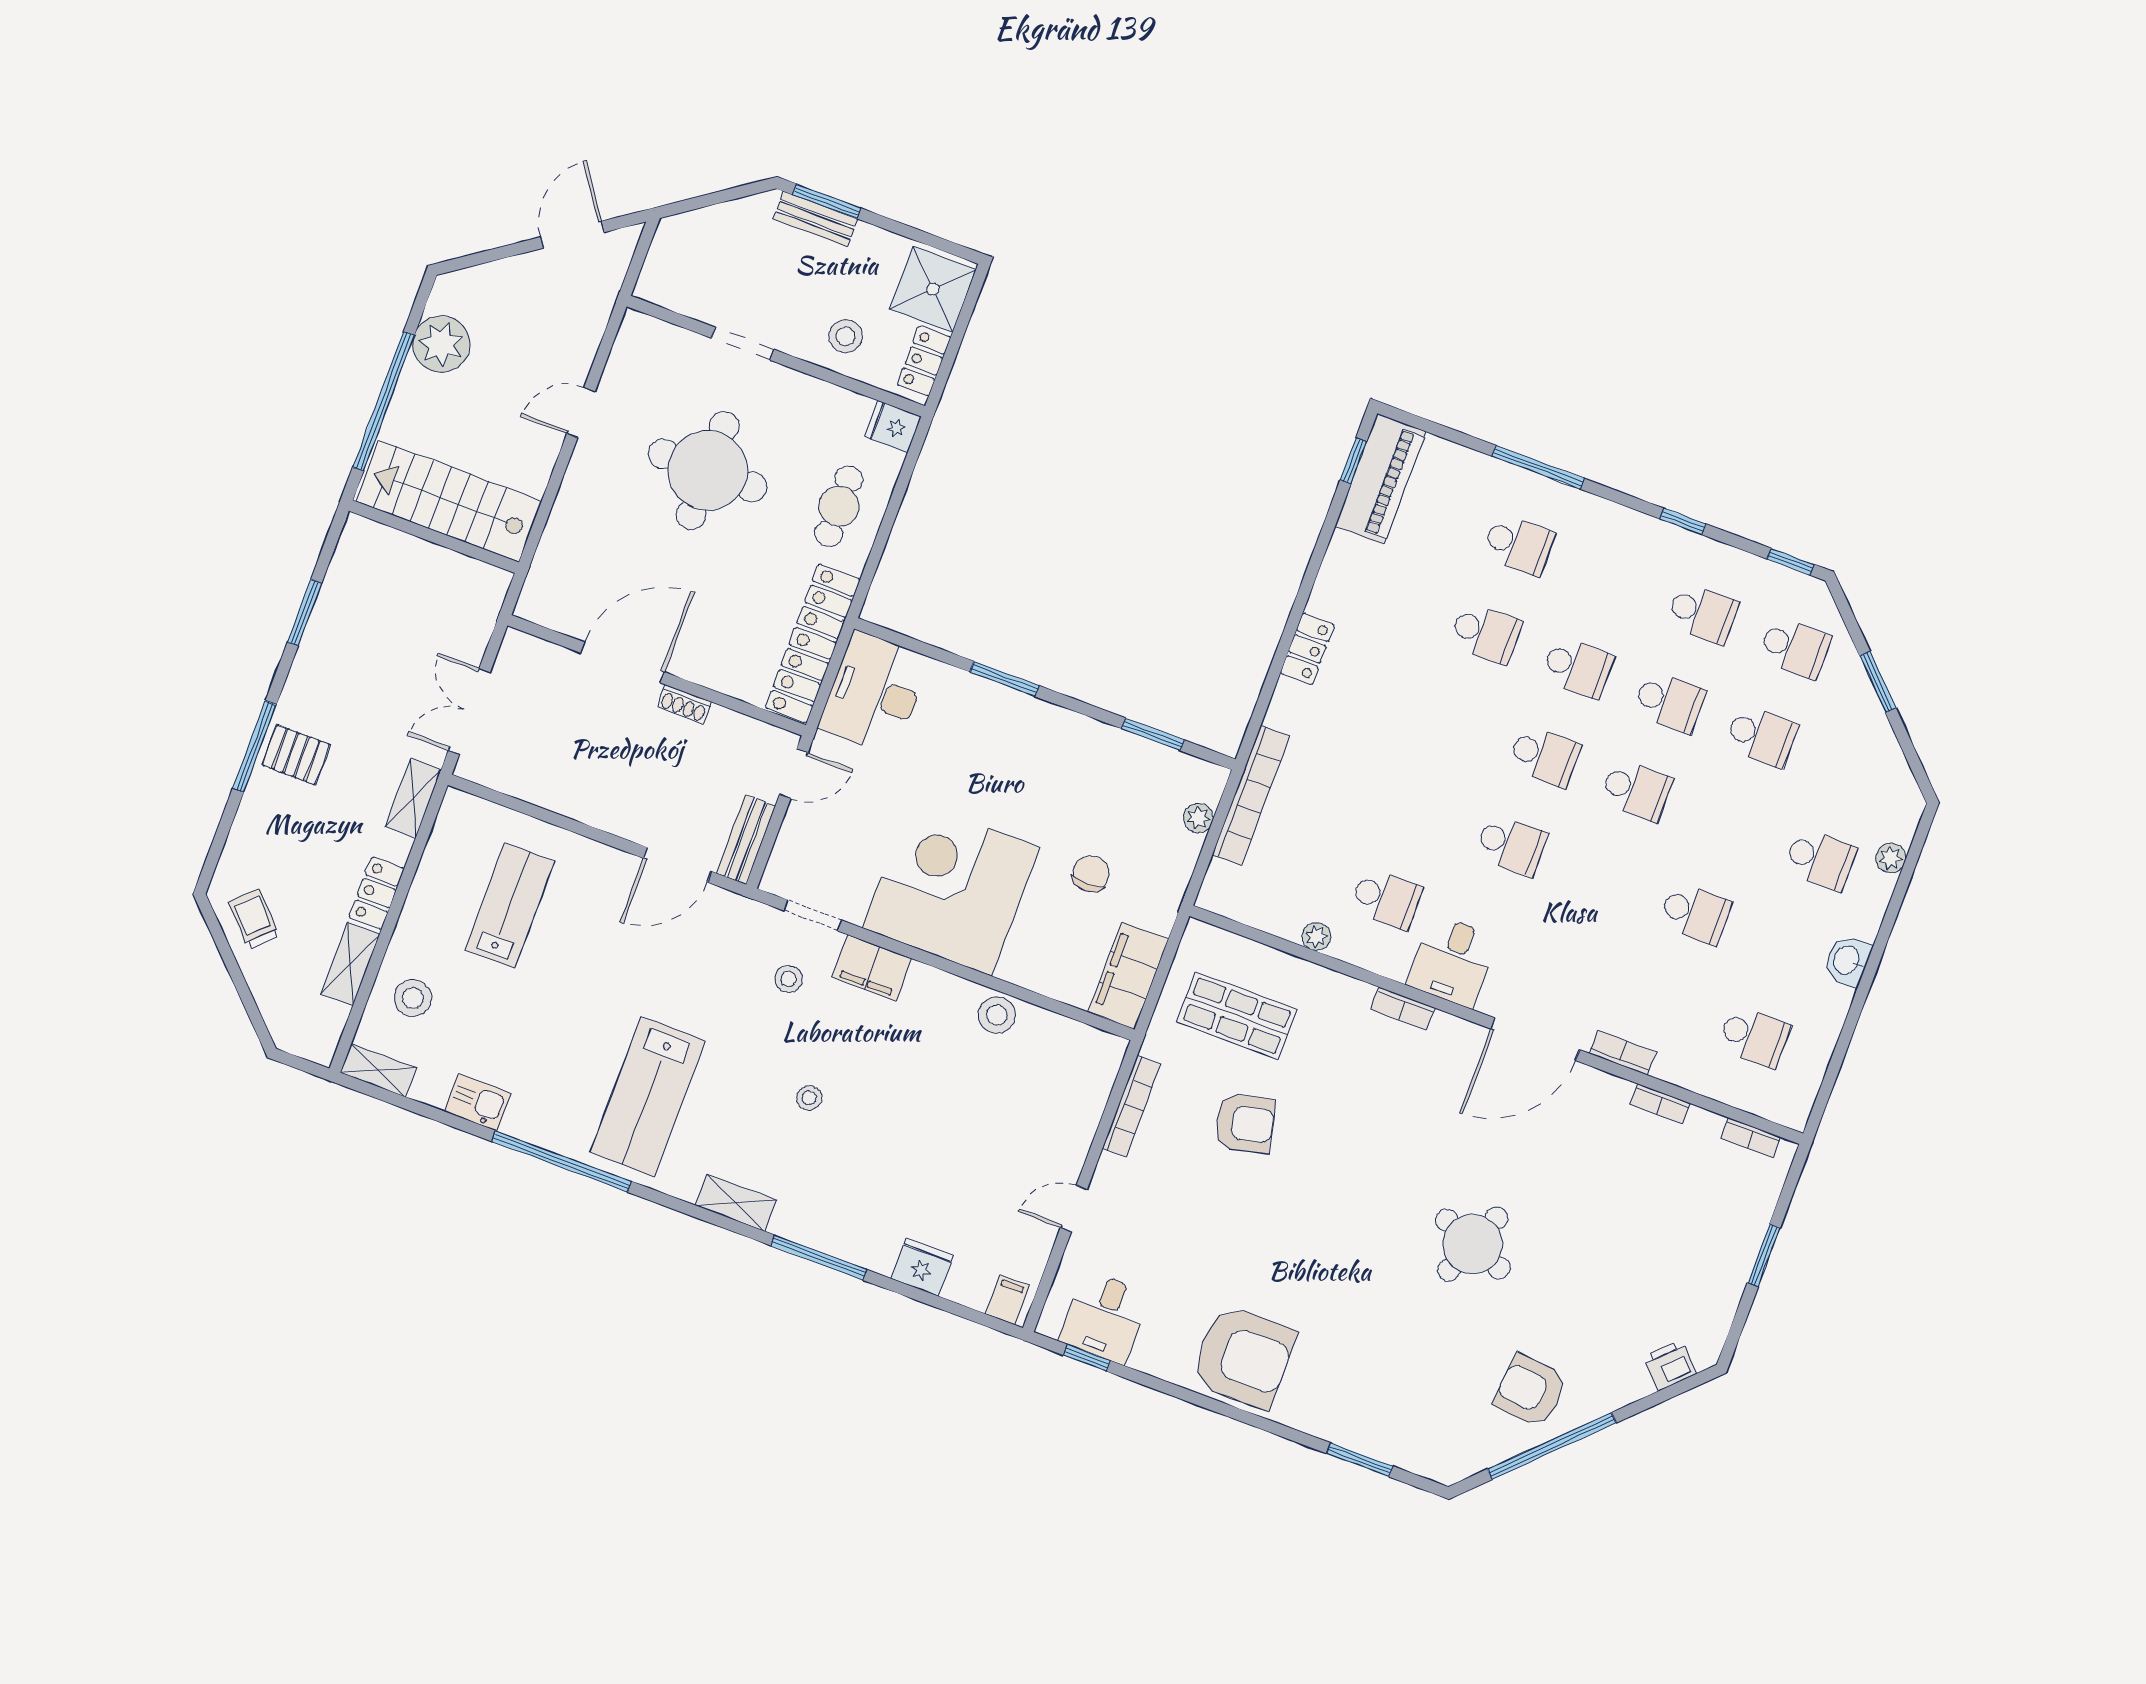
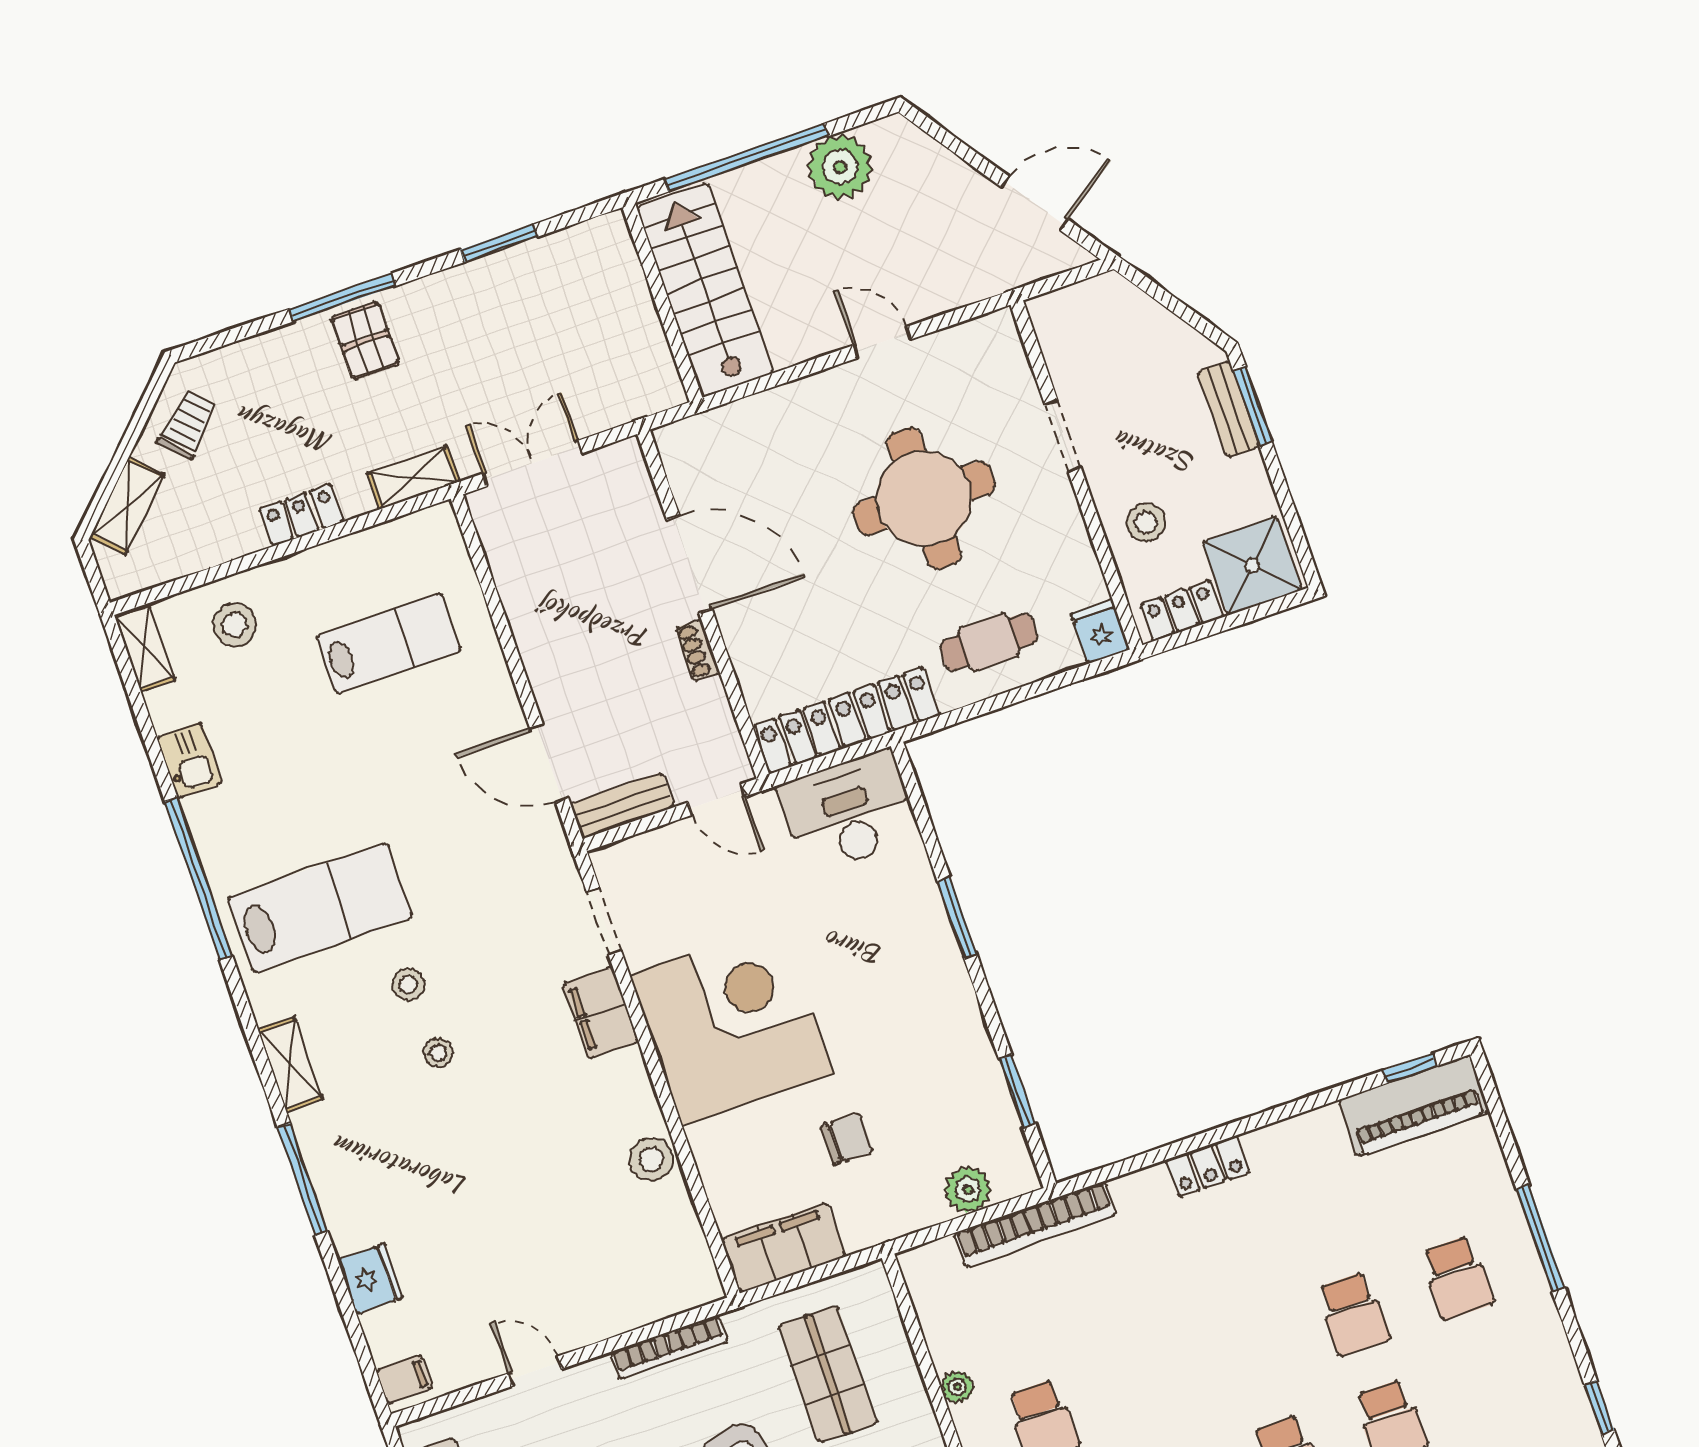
plant: (1198, 818) -> (968, 1190), width x1.38, depth x1.38
shelving: (350, 964) -> (127, 506), moved, turned -45
stool: (788, 979) -> (408, 984), moved
lab bench: (648, 1097) -> (320, 908), turned 180

